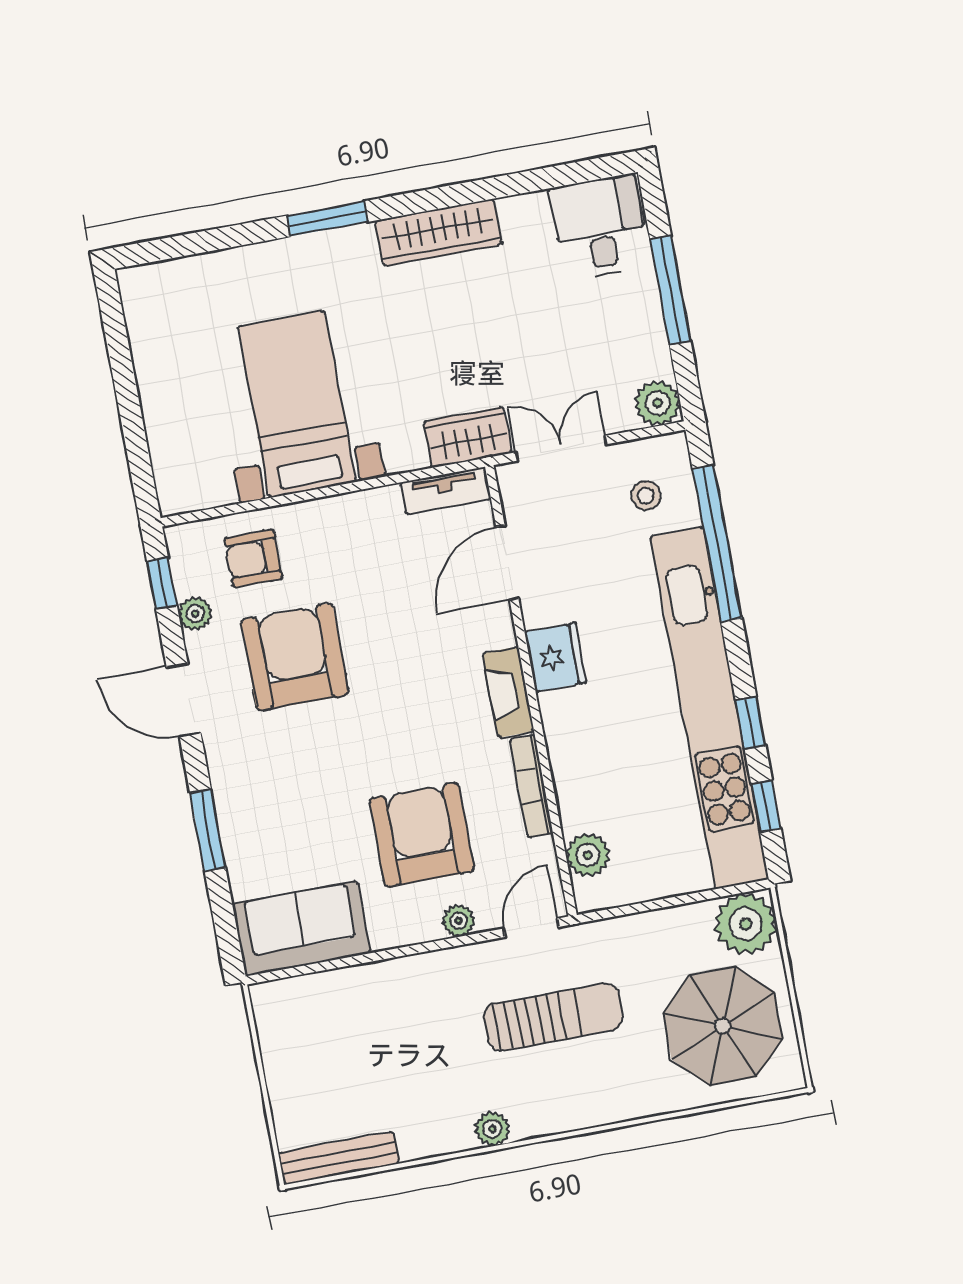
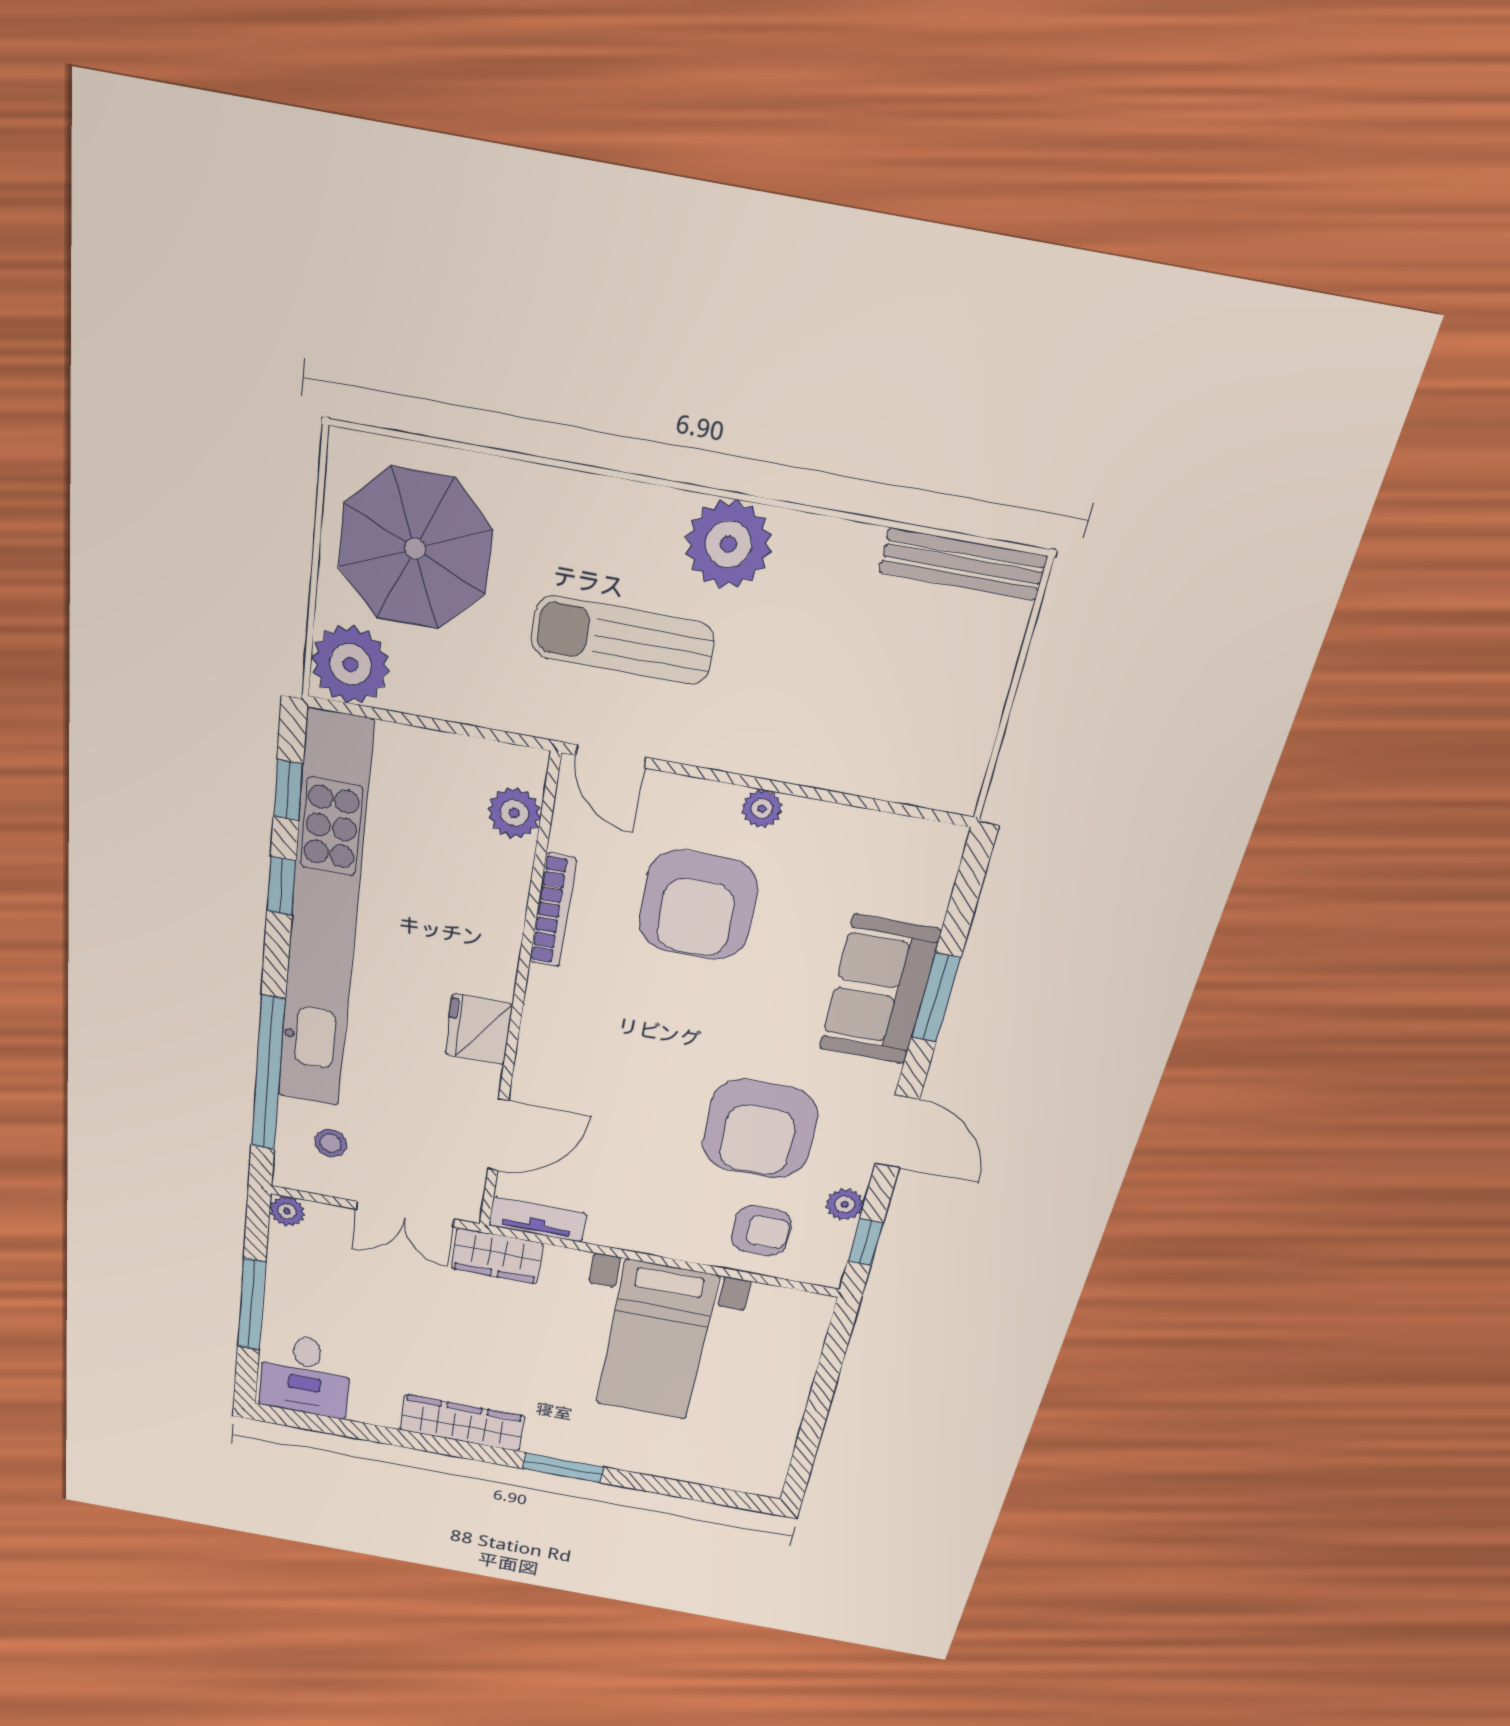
plant: (658, 403) -> (287, 1211), width x0.73, depth x0.73
fireplace: (508, 692) -> (543, 1014), removed
plant: (458, 921) -> (762, 809), moved
door: (531, 928) -> (611, 756), hinge flipped
sofa: (301, 929) -> (879, 990), moved, turned 90
plant: (492, 1129) -> (728, 544), width x1.88, depth x1.88

